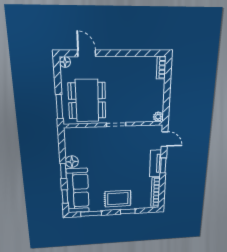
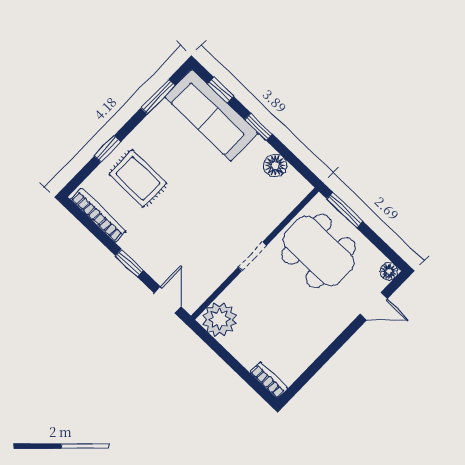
plant: (158, 117) -> (220, 319), width x1.87, depth x1.87
door: (165, 139) -> (168, 300), swing flipped
floor lamp: (72, 162) -> (275, 166), moved
tv unit: (155, 163) -> (144, 256), removed
rug: (118, 199) -> (138, 178), moved, turned 90

